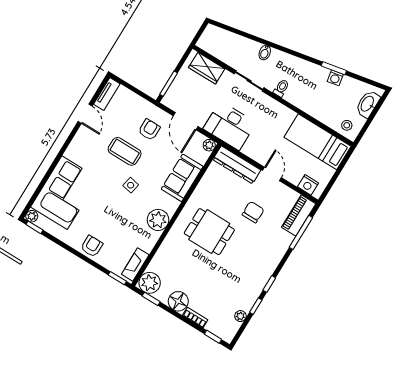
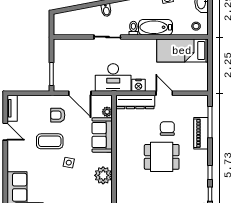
wardrobe: (207, 68) -> (72, 47), removed
bathtub: (305, 101) -> (156, 27), added
armchair: (149, 130) -> (58, 115), turned -90
plant: (209, 145) -> (107, 112), moved
nightstand: (308, 185) -> (138, 85), moved
piano: (299, 215) -> (201, 133), moved
dining table: (209, 232) -> (162, 157), moved

